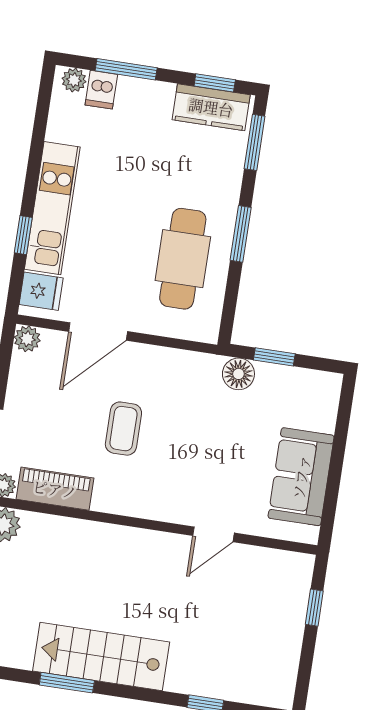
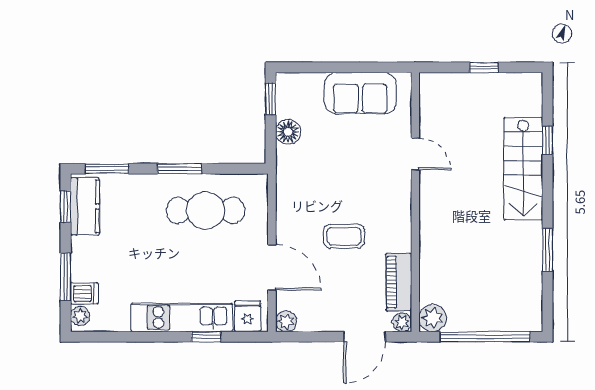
window: (274, 357) -> (271, 99), moved
floor lamp: (238, 374) -> (288, 132), moved
window: (314, 608) -> (484, 67), moved
stairs: (101, 657) -> (523, 169), moved

